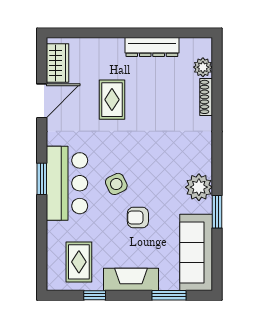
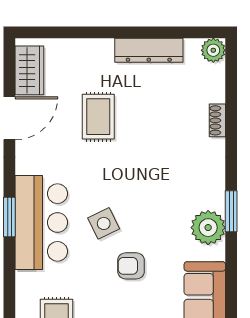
plant: (203, 67) -> (213, 50), moved
shoe rack: (206, 97) -> (217, 120), width x0.70
window: (217, 212) -> (231, 211), moved

